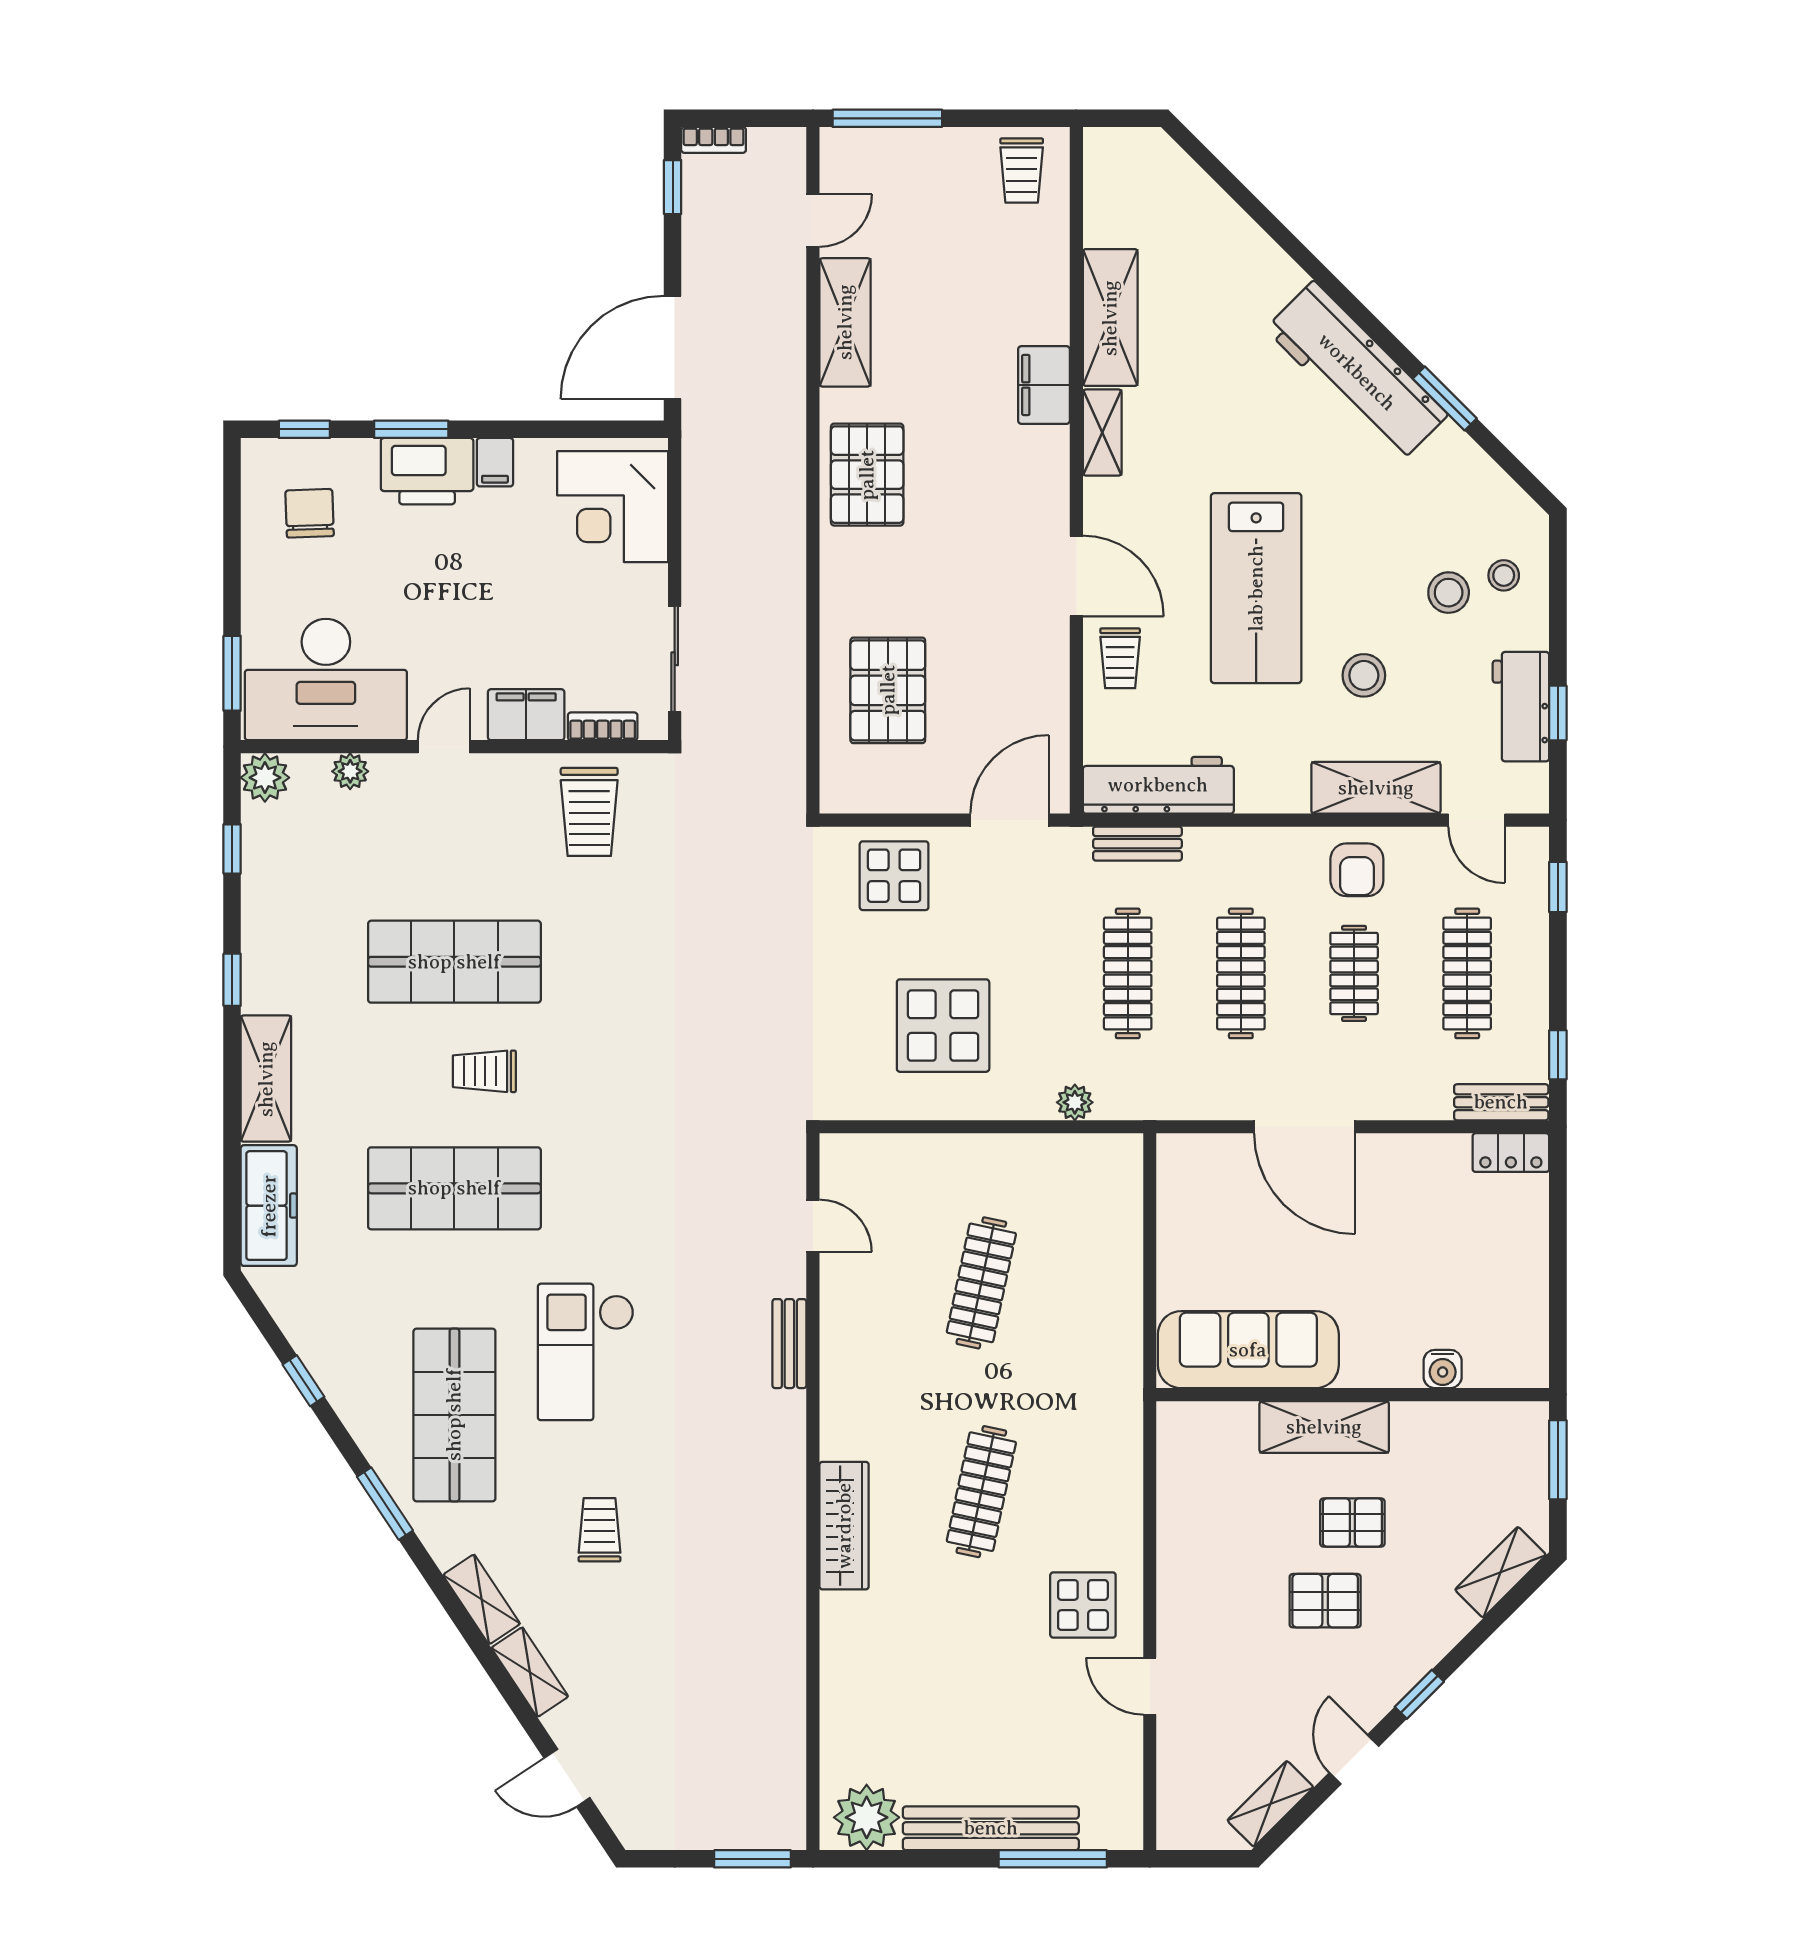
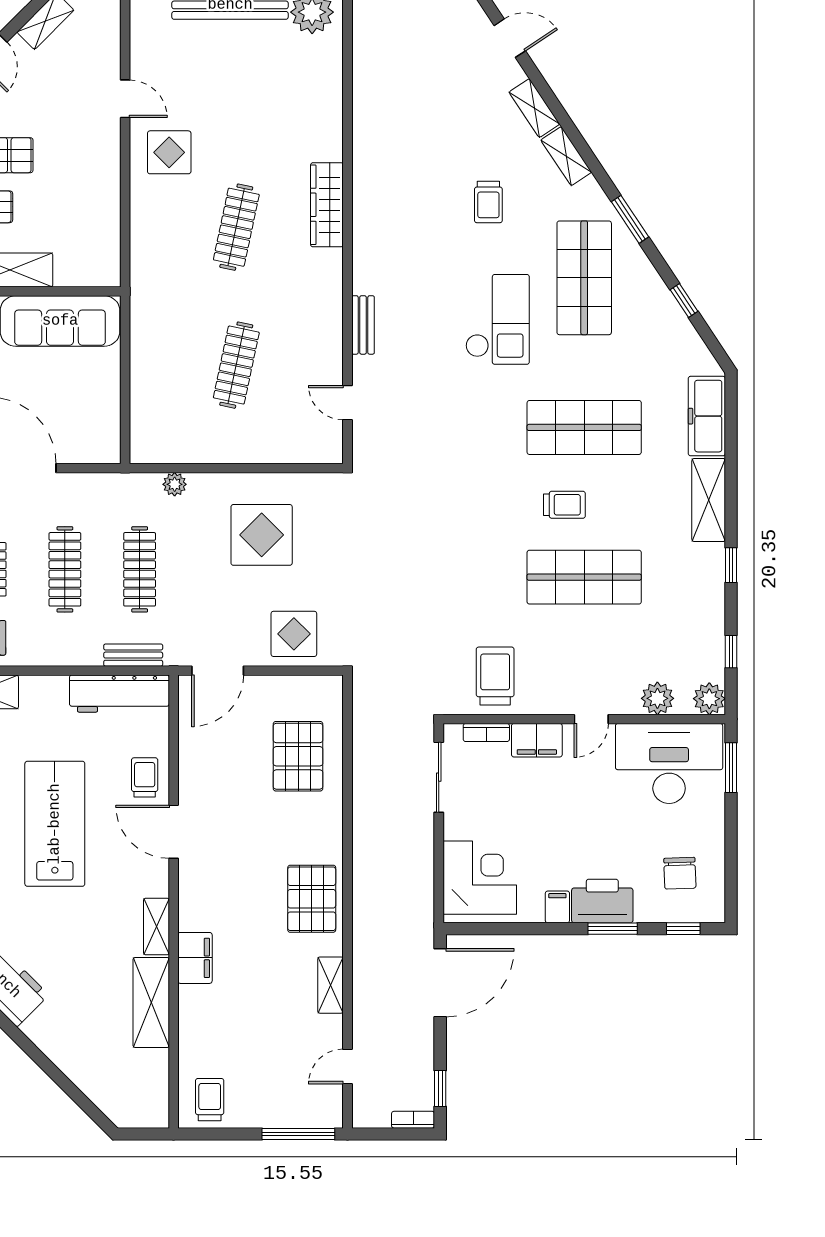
shelving: (845, 322) -> (331, 985), width x0.67, depth x0.75
plant: (350, 771) -> (657, 698), width x1.38, depth x1.38

